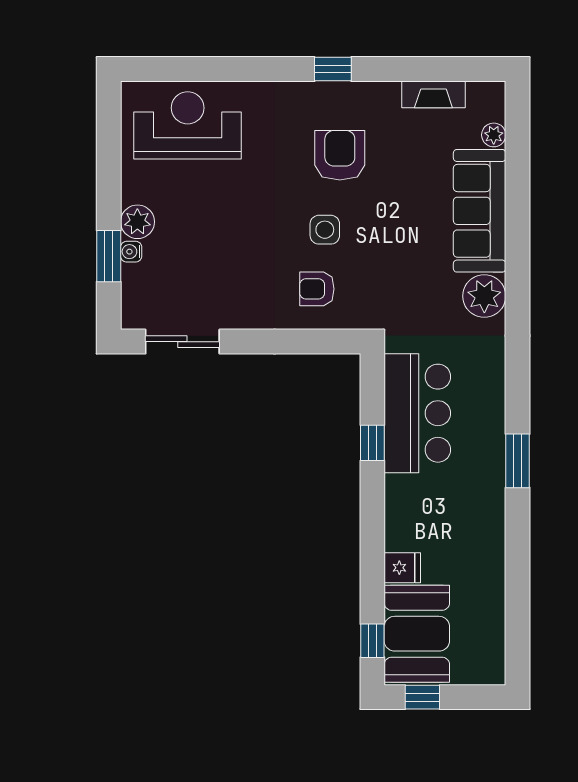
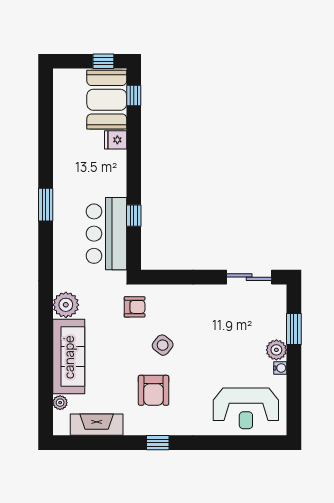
fireplace: (433, 94) -> (97, 425), width x1.37, depth x1.32
side table: (325, 230) -> (163, 345), turned 38
water cooler: (131, 252) -> (280, 368), moved
armchair: (317, 289) -> (135, 307), moved

